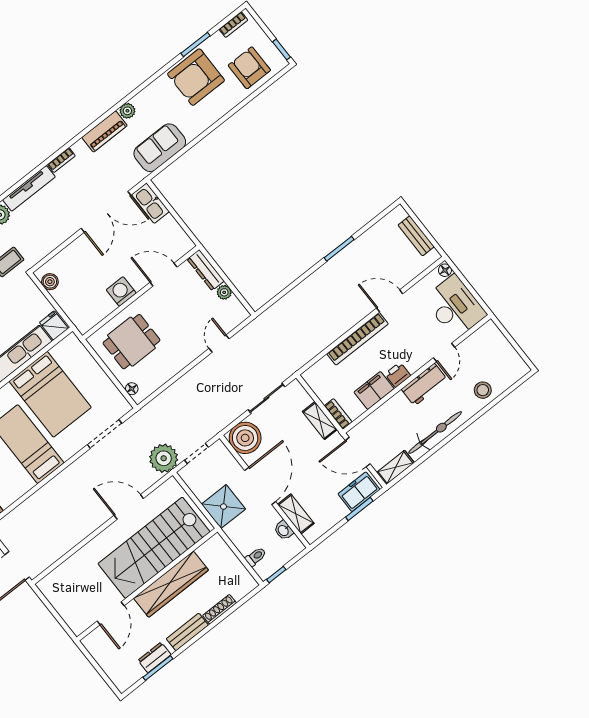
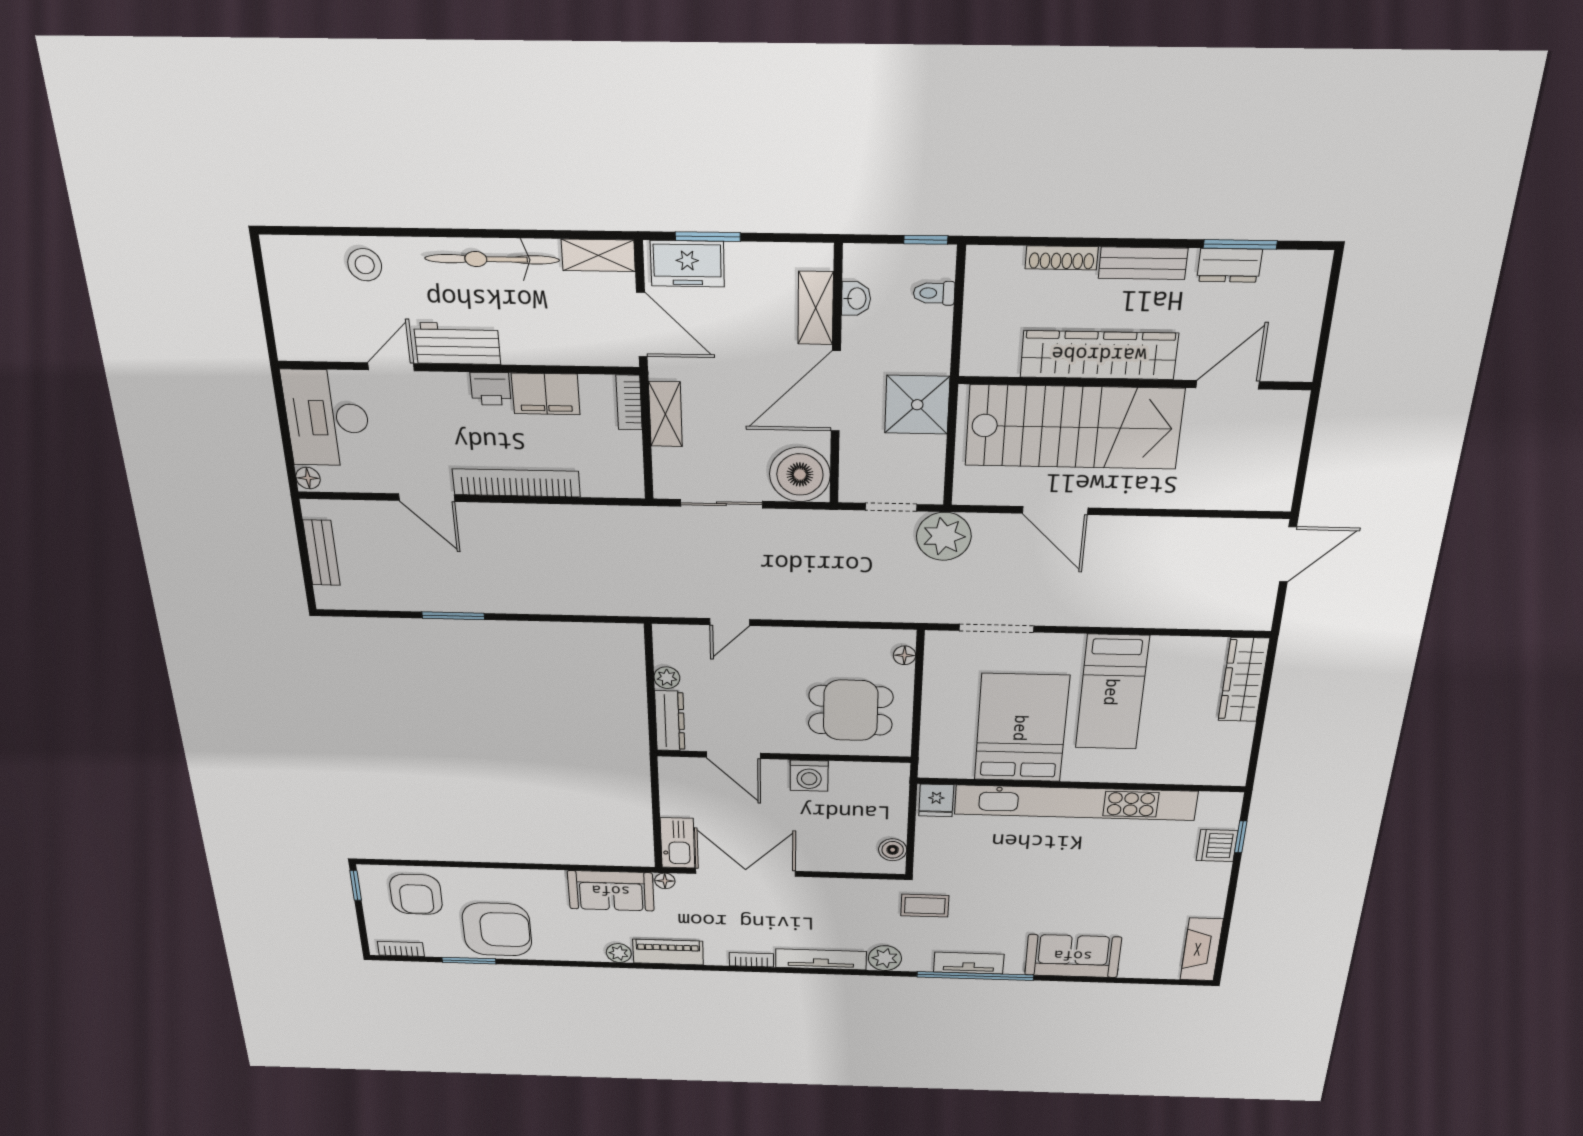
floor lamp: (139, 175) -> (665, 881), added

